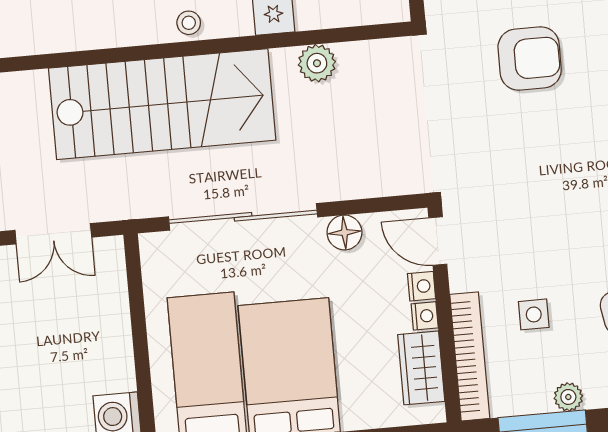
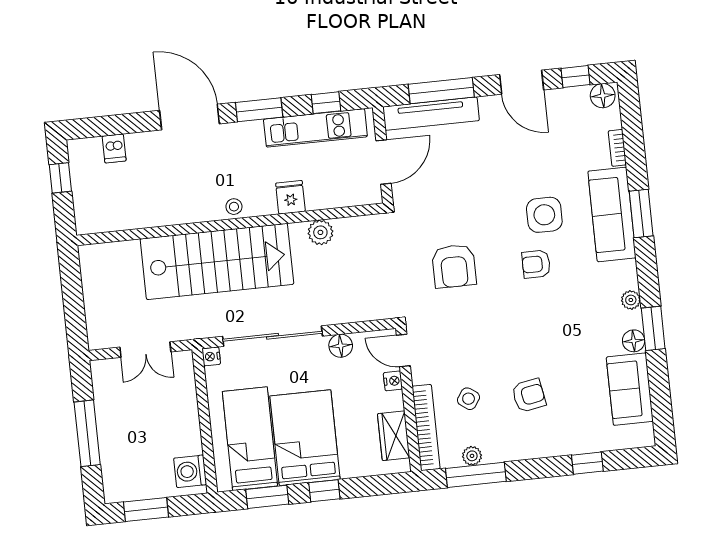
armchair: (530, 58) -> (454, 266), moved, turned 90
side table: (534, 314) -> (469, 399), turned 35
nightstand: (425, 316) -> (211, 356), moved, turned 180
plant: (568, 397) -> (472, 456), moved

